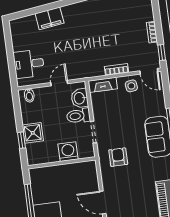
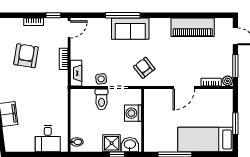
armchair: (114, 29) -> (26, 56), added
door: (59, 83) -> (69, 113), removed
side table: (131, 86) -> (101, 79), moved
washbasin: (80, 98) -> (130, 145), moved, turned 180
armchair: (118, 157) -> (144, 68), turned 52

